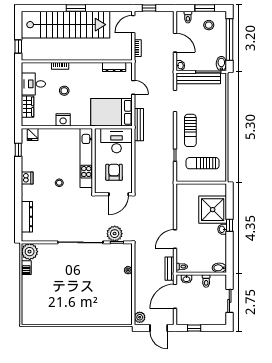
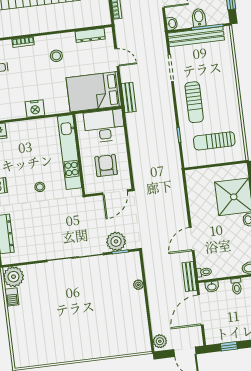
bidet: (221, 64) -> (199, 18), moved
stool: (64, 91) -> (56, 56), moved
bench: (139, 125) -> (129, 98), width x0.73

